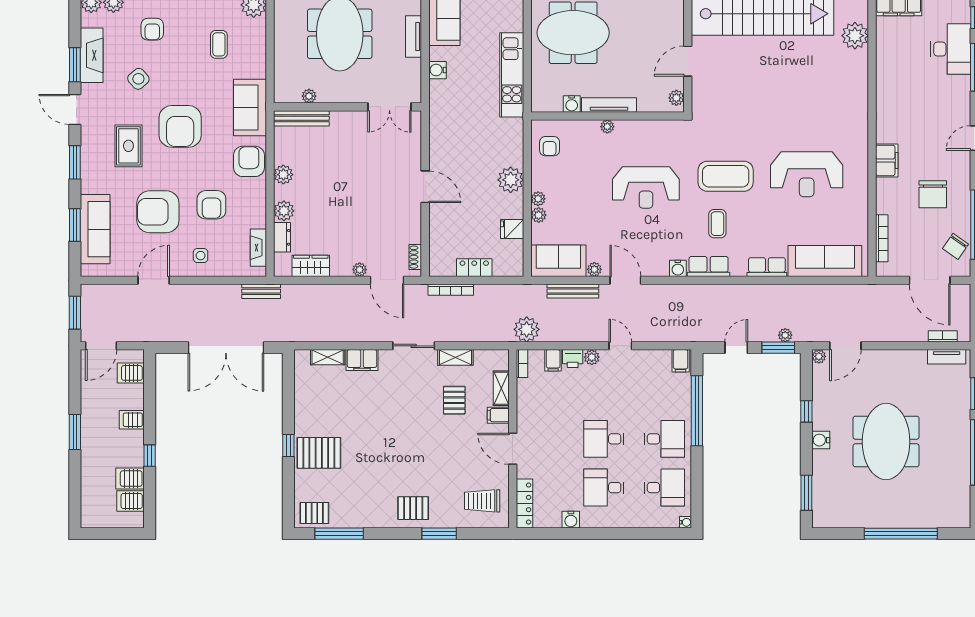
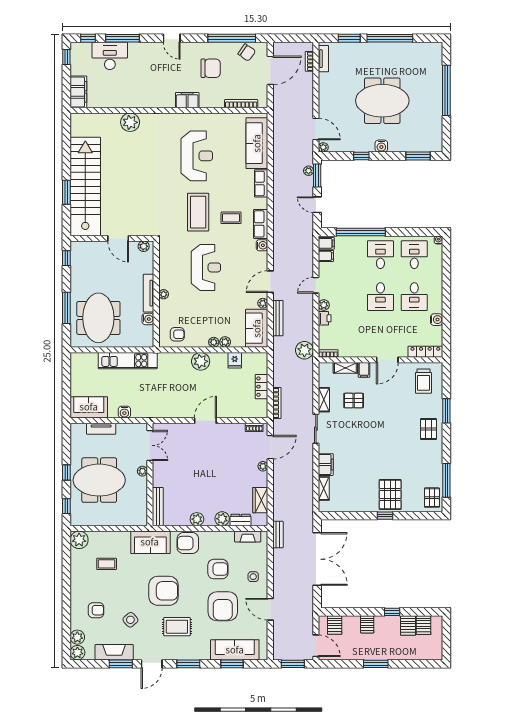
plant: (855, 36) -> (130, 122), moved
plant: (309, 96) -> (142, 471), moved
filing cabinet: (553, 360) -> (326, 256), moved

